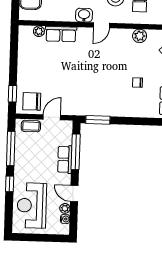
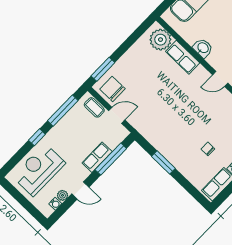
washbasin: (84, 15) -> (203, 48), moved
plant: (39, 31) -> (160, 40), width x1.87, depth x1.87
window: (12, 94) -> (103, 69), width x1.50
window: (98, 120) -> (163, 162), moved
door: (74, 194) -> (80, 191), swing flipped

